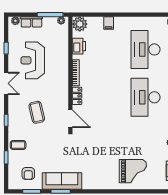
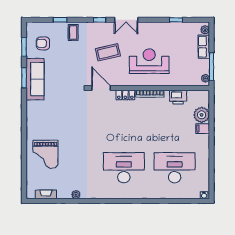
plant: (80, 24) -> (202, 115), moved
reception desk: (33, 60) -> (149, 61), moved
double door: (6, 83) -> (126, 20), moved
door: (70, 119) -> (101, 88), swing flipped

